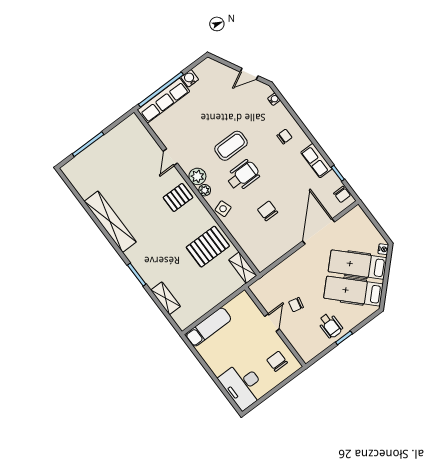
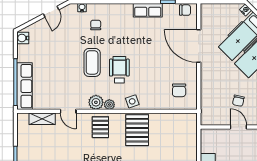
water cooler: (190, 78) -> (23, 38), moved
chair: (285, 136) -> (96, 25), moved
chair: (268, 211) -> (179, 90), moved, turned -90
pallet: (208, 247) -> (137, 130), moved
shelving: (243, 268) -> (42, 119), moved

